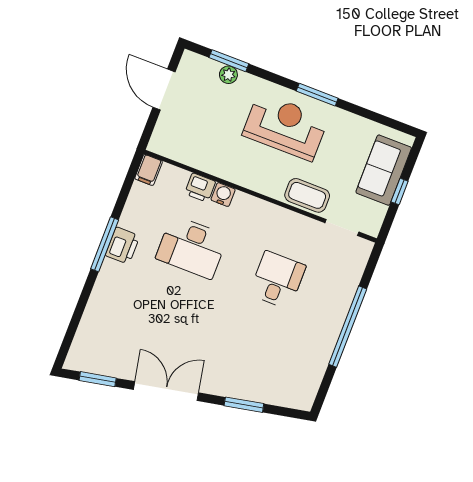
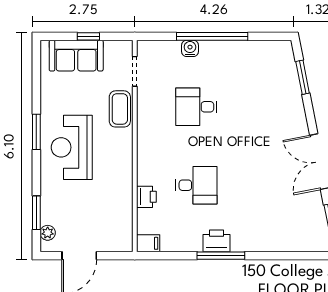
plant: (228, 75) -> (48, 233), moved
water cooler: (223, 195) -> (190, 48), moved, turned 90
desk: (192, 247) -> (196, 185), width x0.73
window: (244, 405) -> (303, 77), moved

